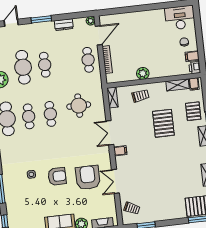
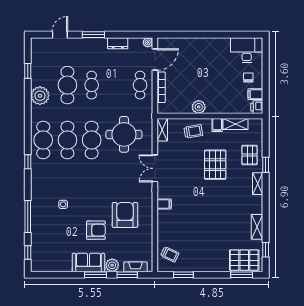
filing cabinet: (194, 84) -> (217, 125), moved
round table: (79, 106) -> (124, 134), width x1.36, depth x1.36
cafe table: (50, 114) -> (92, 140), width x1.37, depth x1.35
cafe table: (29, 116) -> (67, 140), width x1.37, depth x1.35
filing cabinet: (120, 151) -> (164, 204), moved
armchair: (57, 176) -> (96, 230), moved
double door: (115, 181) -> (155, 223), removed

